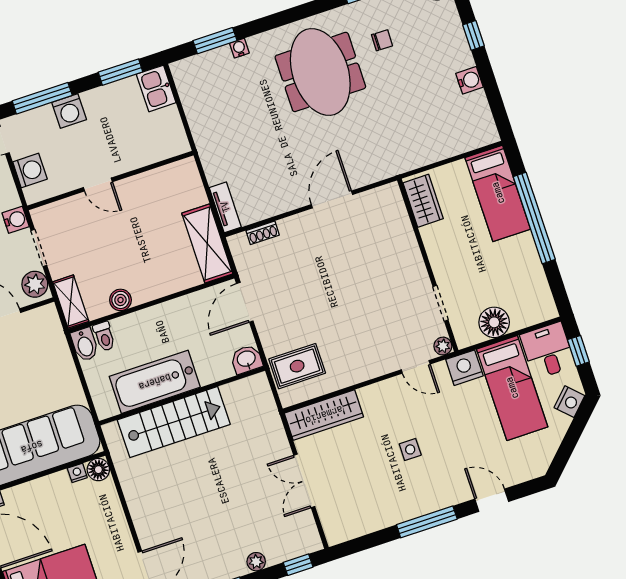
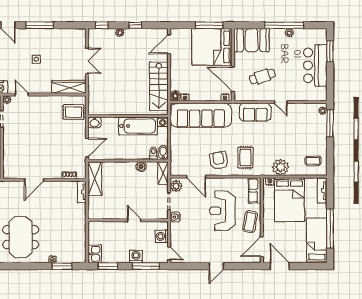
washing machine: (107, 408) -> (163, 122), added
stairs: (174, 422) -> (159, 86), moved, turned -90

